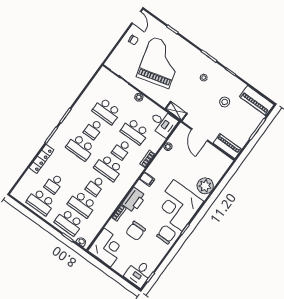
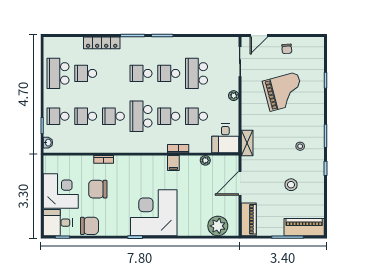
door: (136, 17) -> (259, 35), moved
grand piano: (160, 62) -> (284, 92), width x0.73, depth x0.68
piano: (257, 101) -> (304, 227), moved, turned 90
school desk: (135, 131) -> (197, 116), width x0.54
school desk: (80, 147) -> (141, 73), width x0.54
filing cabinet: (147, 179) -> (173, 163), moved
plant: (205, 186) -> (218, 226), moved
printer: (134, 200) -> (127, 165), removed
school desk: (82, 204) -> (86, 116), width x0.54
school desk: (69, 222) -> (58, 116), width x0.54
chair: (166, 235) -> (89, 226), moved
corner desk: (107, 247) -> (61, 191), moved, turned -90

